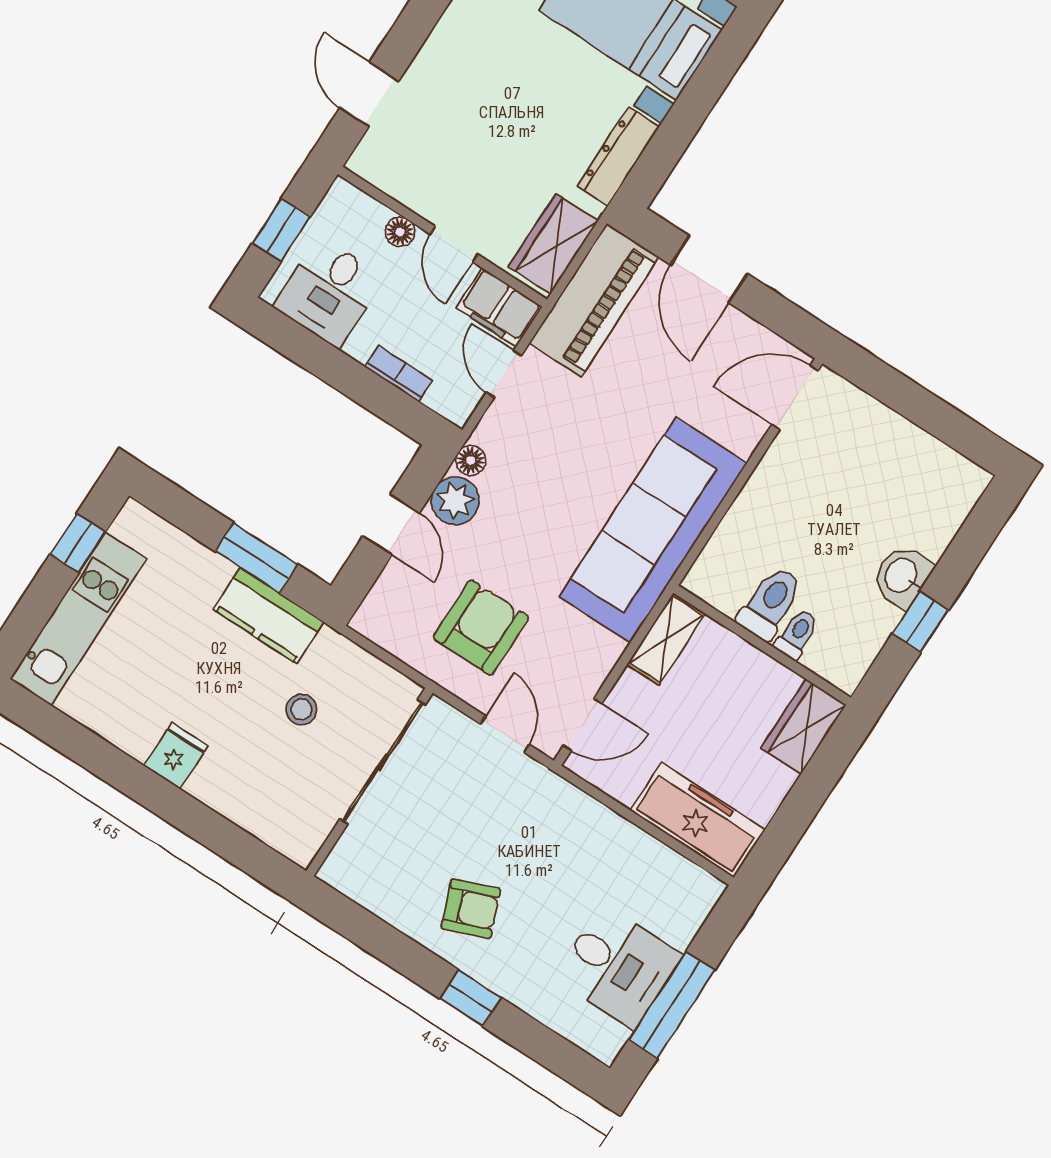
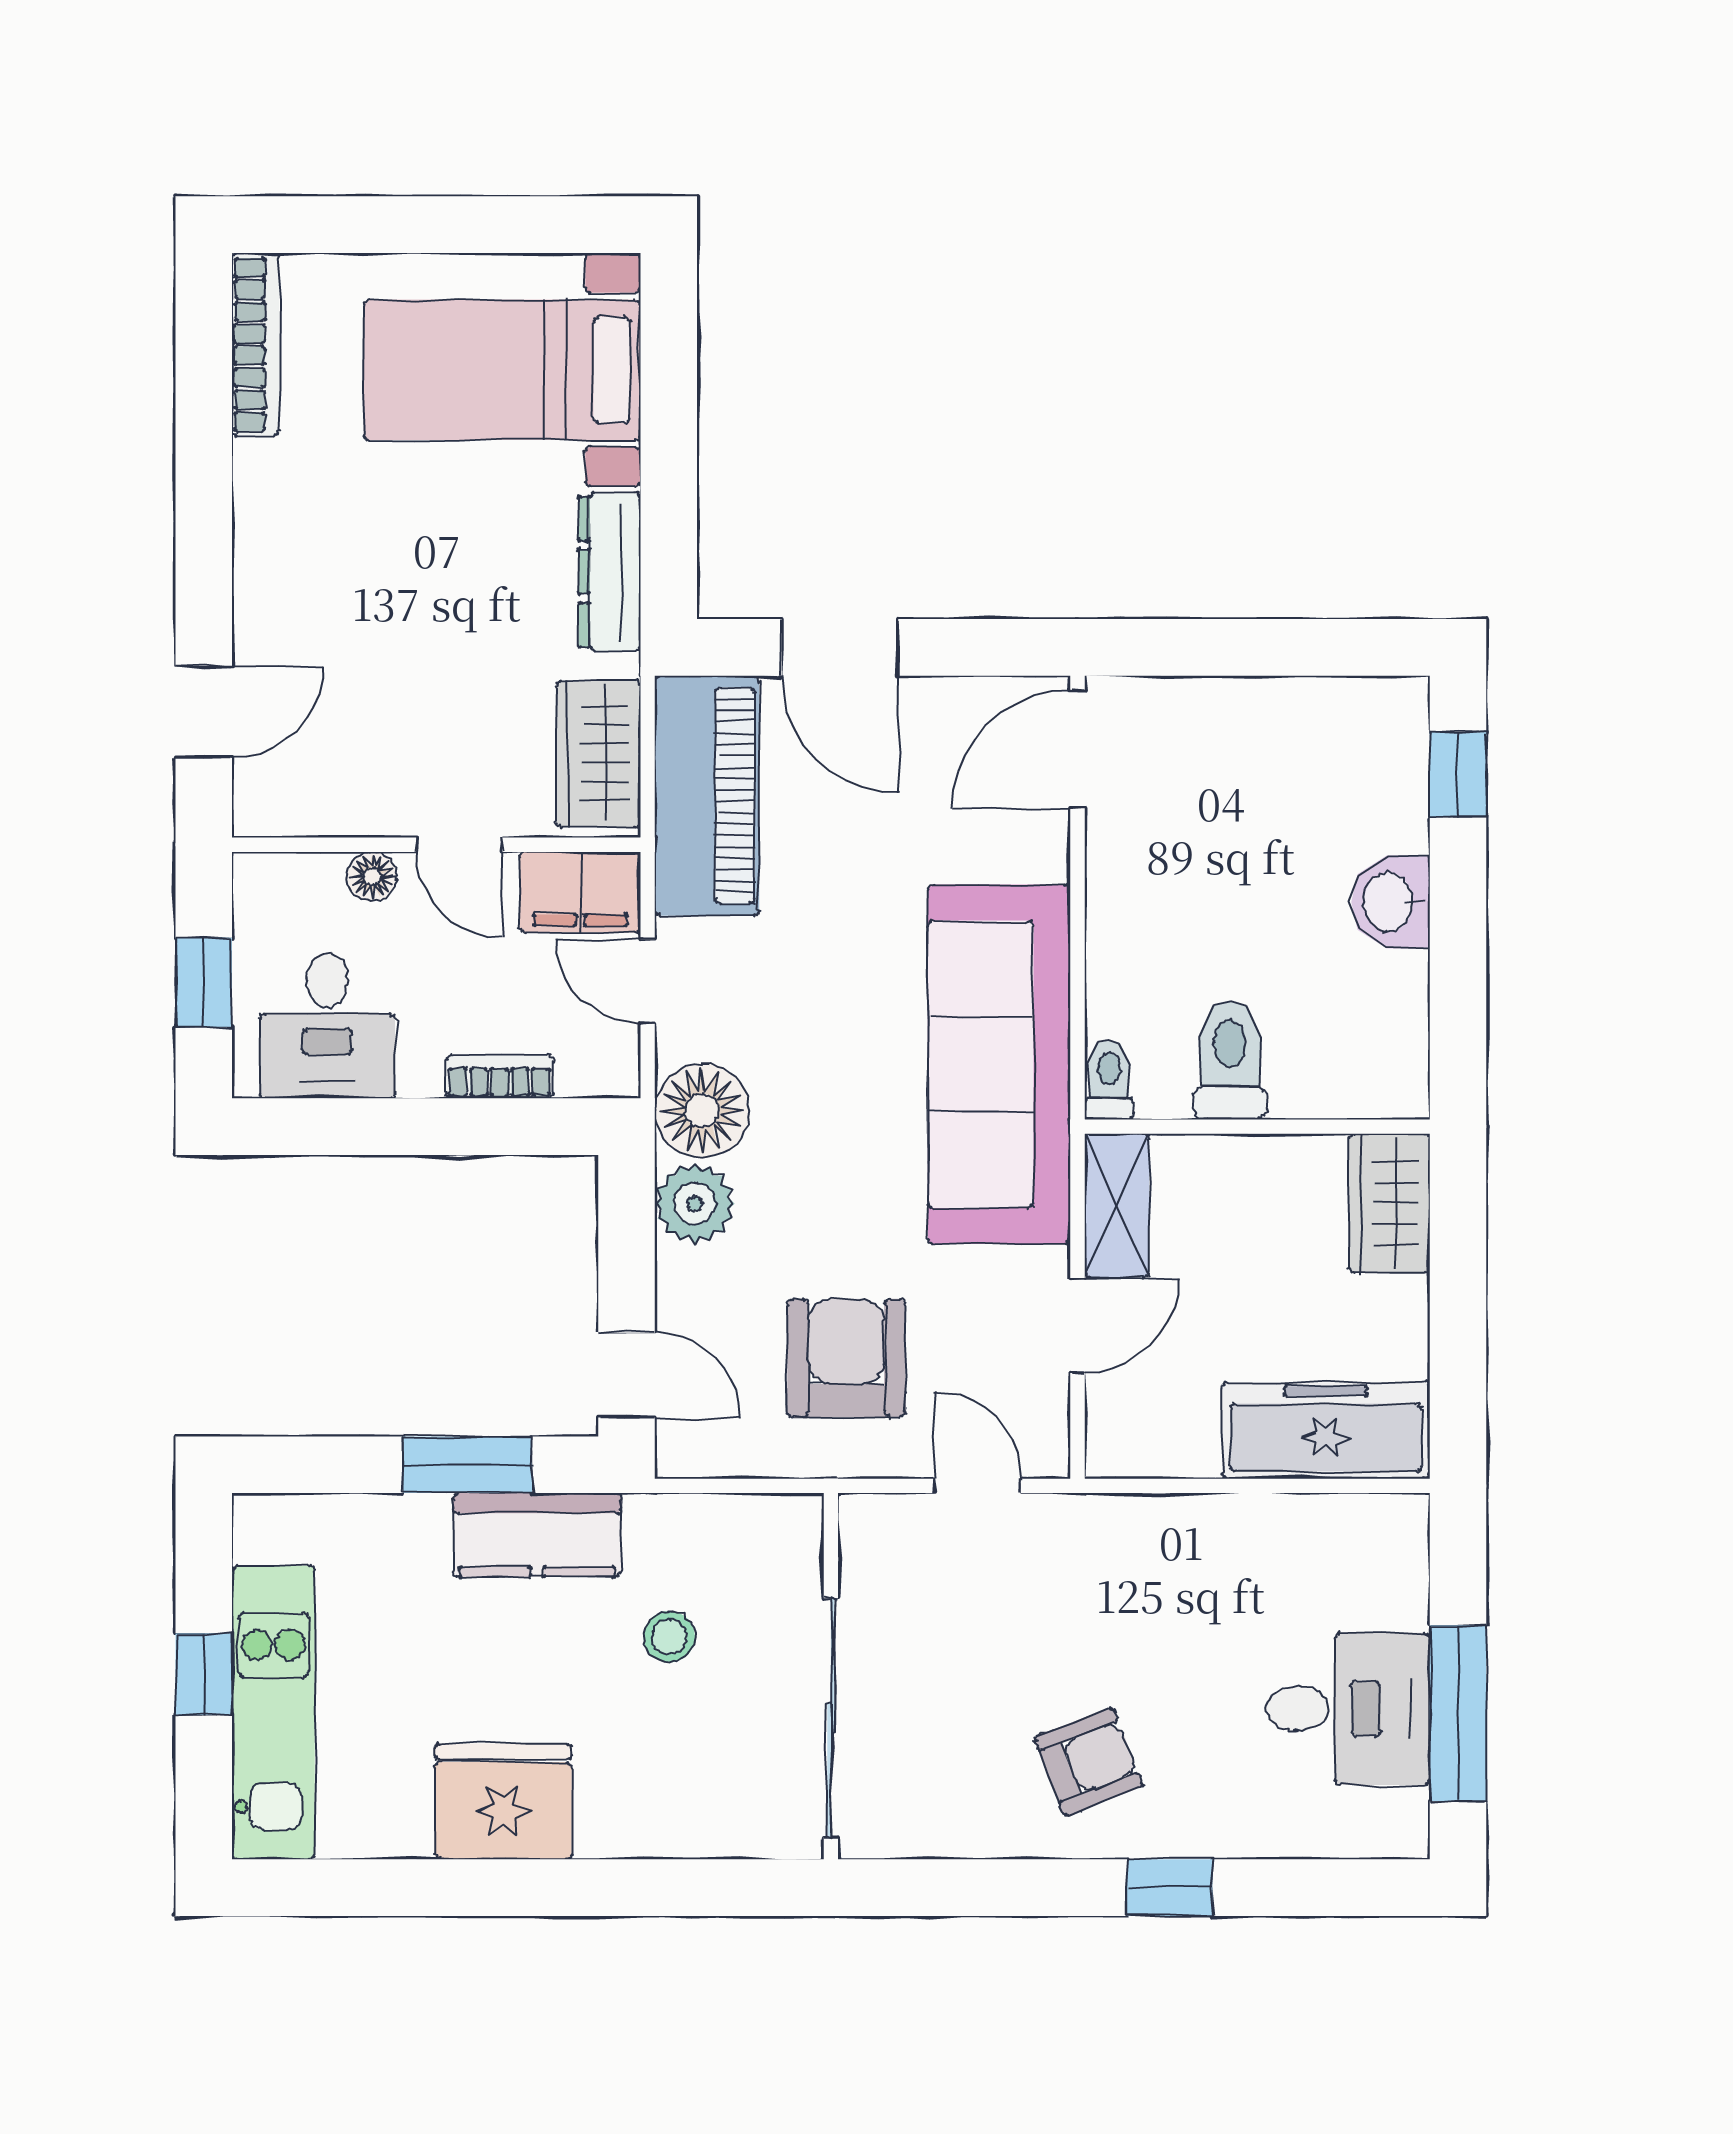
door: (369, 94) -> (204, 712), swing flipped
floor lamp: (471, 460) -> (702, 1111), width x1.89, depth x1.89
door: (391, 525) -> (627, 1375), moved
window: (78, 543) -> (204, 1674), moved
window: (920, 622) -> (1458, 775), moved
toilet: (797, 634) -> (1109, 1080), moved
door: (582, 725) -> (1077, 1326), moved
fridge: (176, 756) -> (503, 1802), width x1.88, depth x1.34
sliding door: (383, 762) -> (831, 1718), moved

